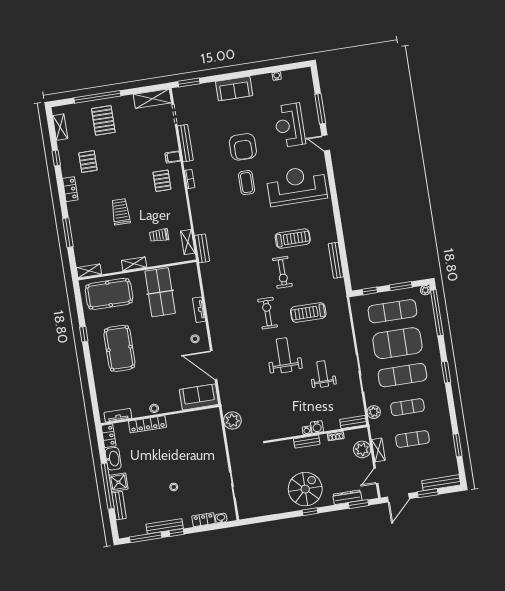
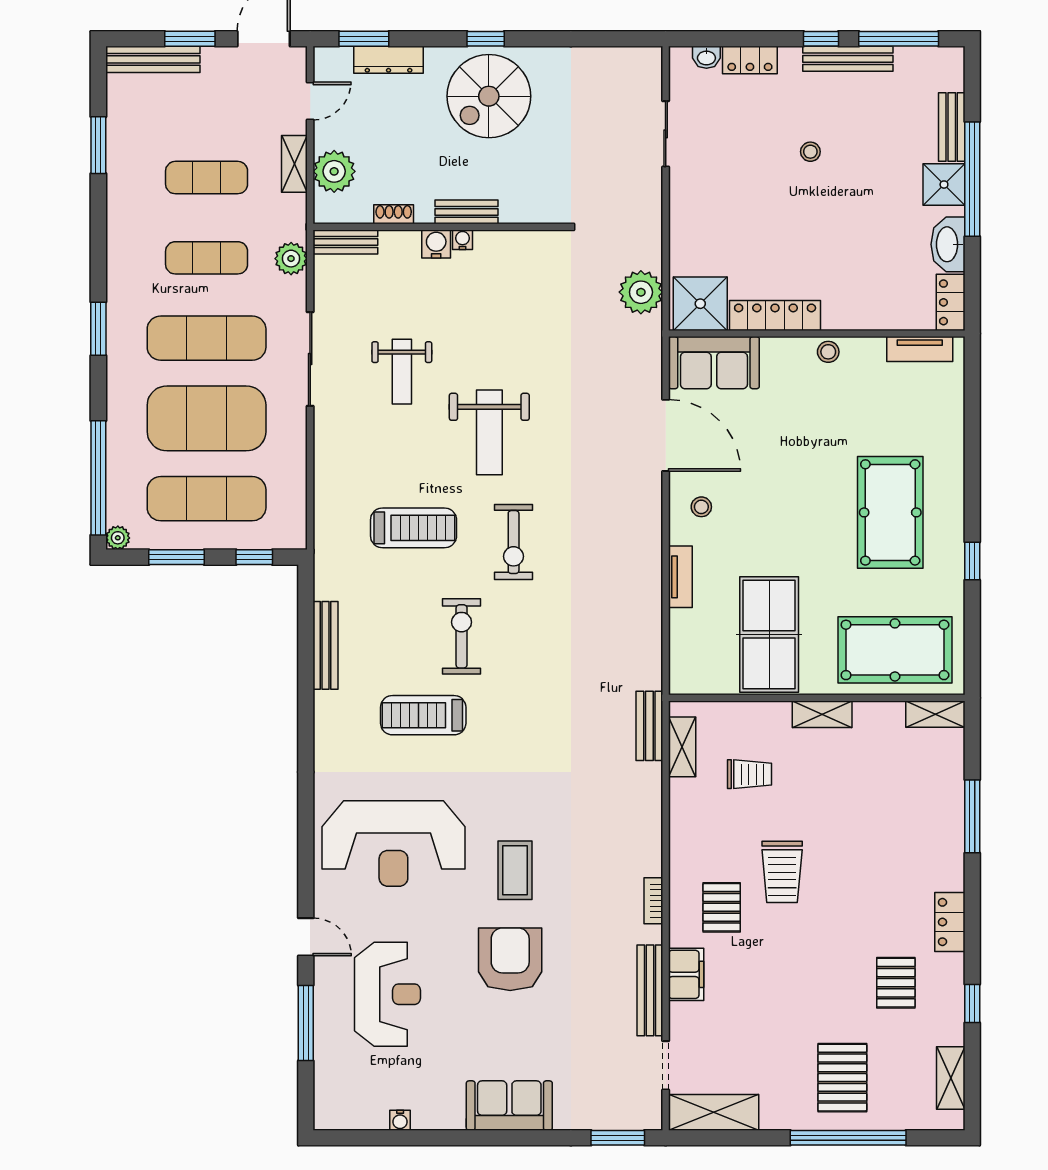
filing cabinet: (173, 157) -> (686, 974), width x2.00
trolley: (121, 212) -> (782, 872), moved
shower: (208, 420) -> (700, 304), added
locker: (148, 424) -> (775, 315), moved

